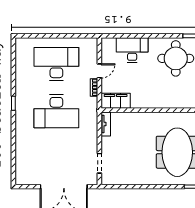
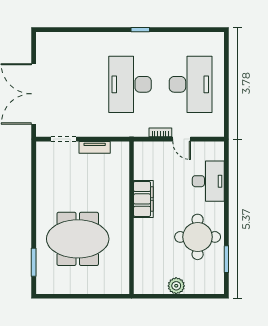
filing cabinet: (116, 101) -> (143, 199), moved
tv unit: (106, 124) -> (95, 147), moved

